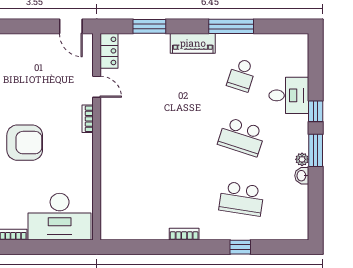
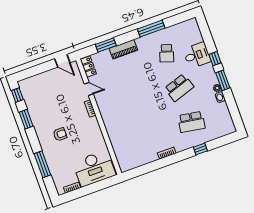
piano: (193, 43) -> (123, 49), moved
school desk: (242, 137) -> (179, 88), turned -36
armchair: (25, 143) -> (60, 134), width x0.53, depth x0.53

